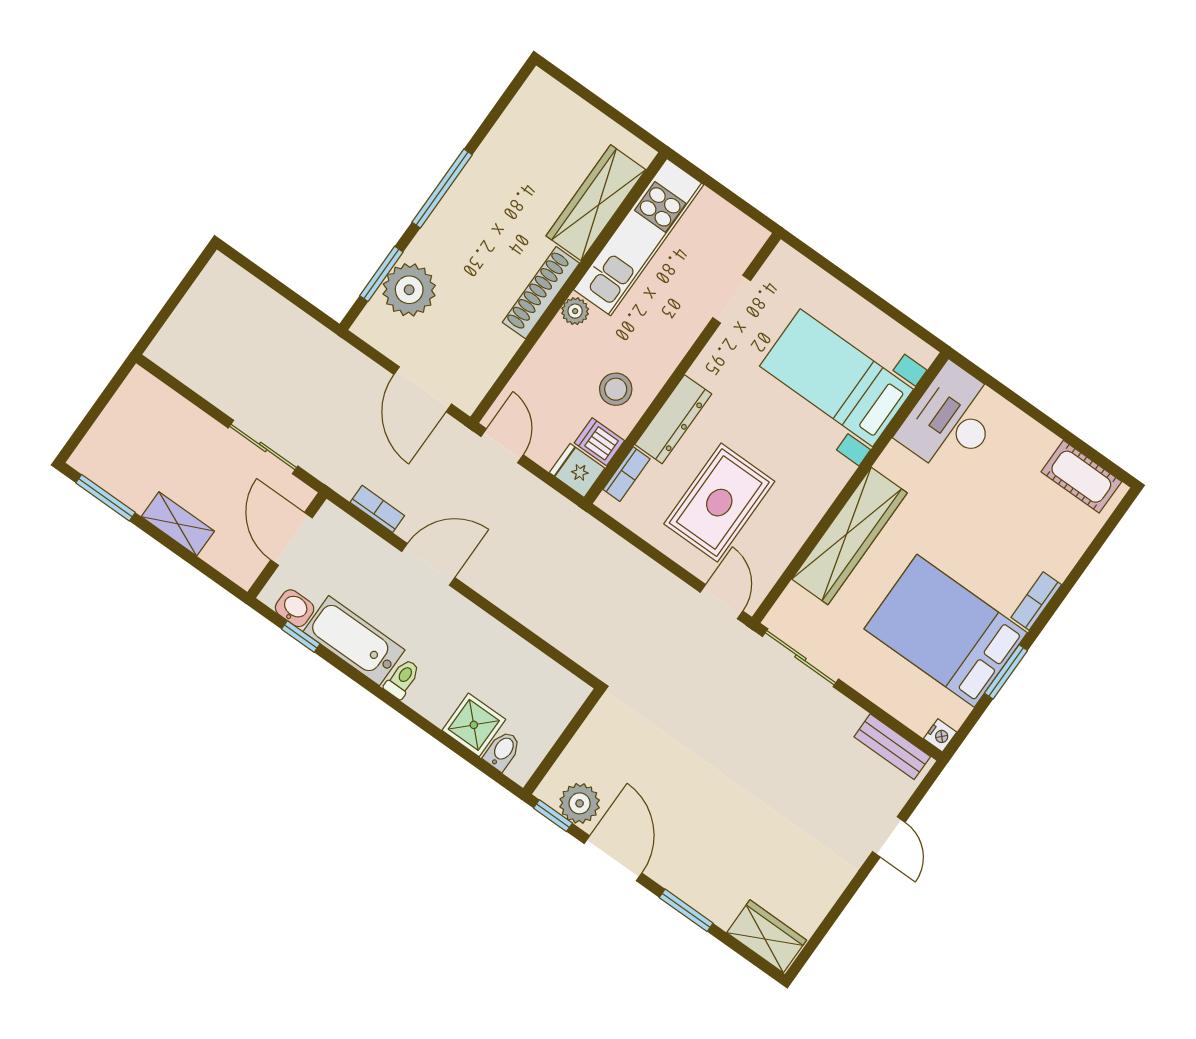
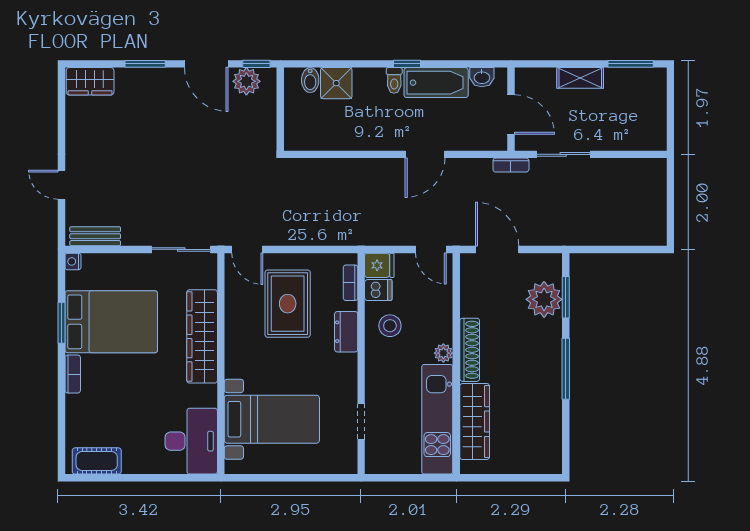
dresser: (673, 419) -> (346, 332), width x0.70
bookcase: (377, 509) -> (511, 165), moved
window: (301, 636) -> (407, 64), moved

